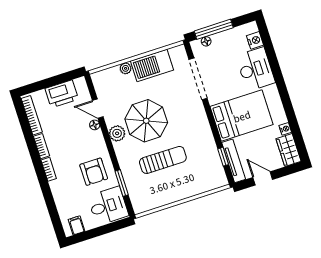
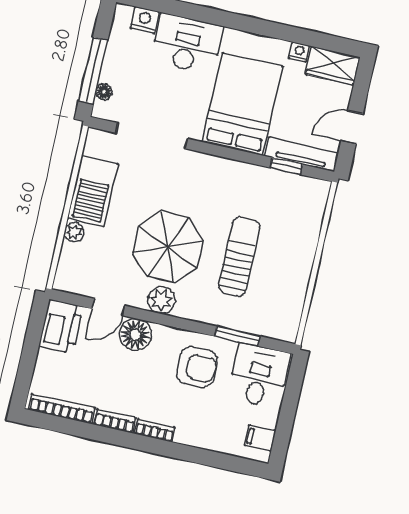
printer: (62, 94) -> (61, 326), moved
floor lamp: (95, 125) -> (135, 334), width x1.89, depth x1.89

